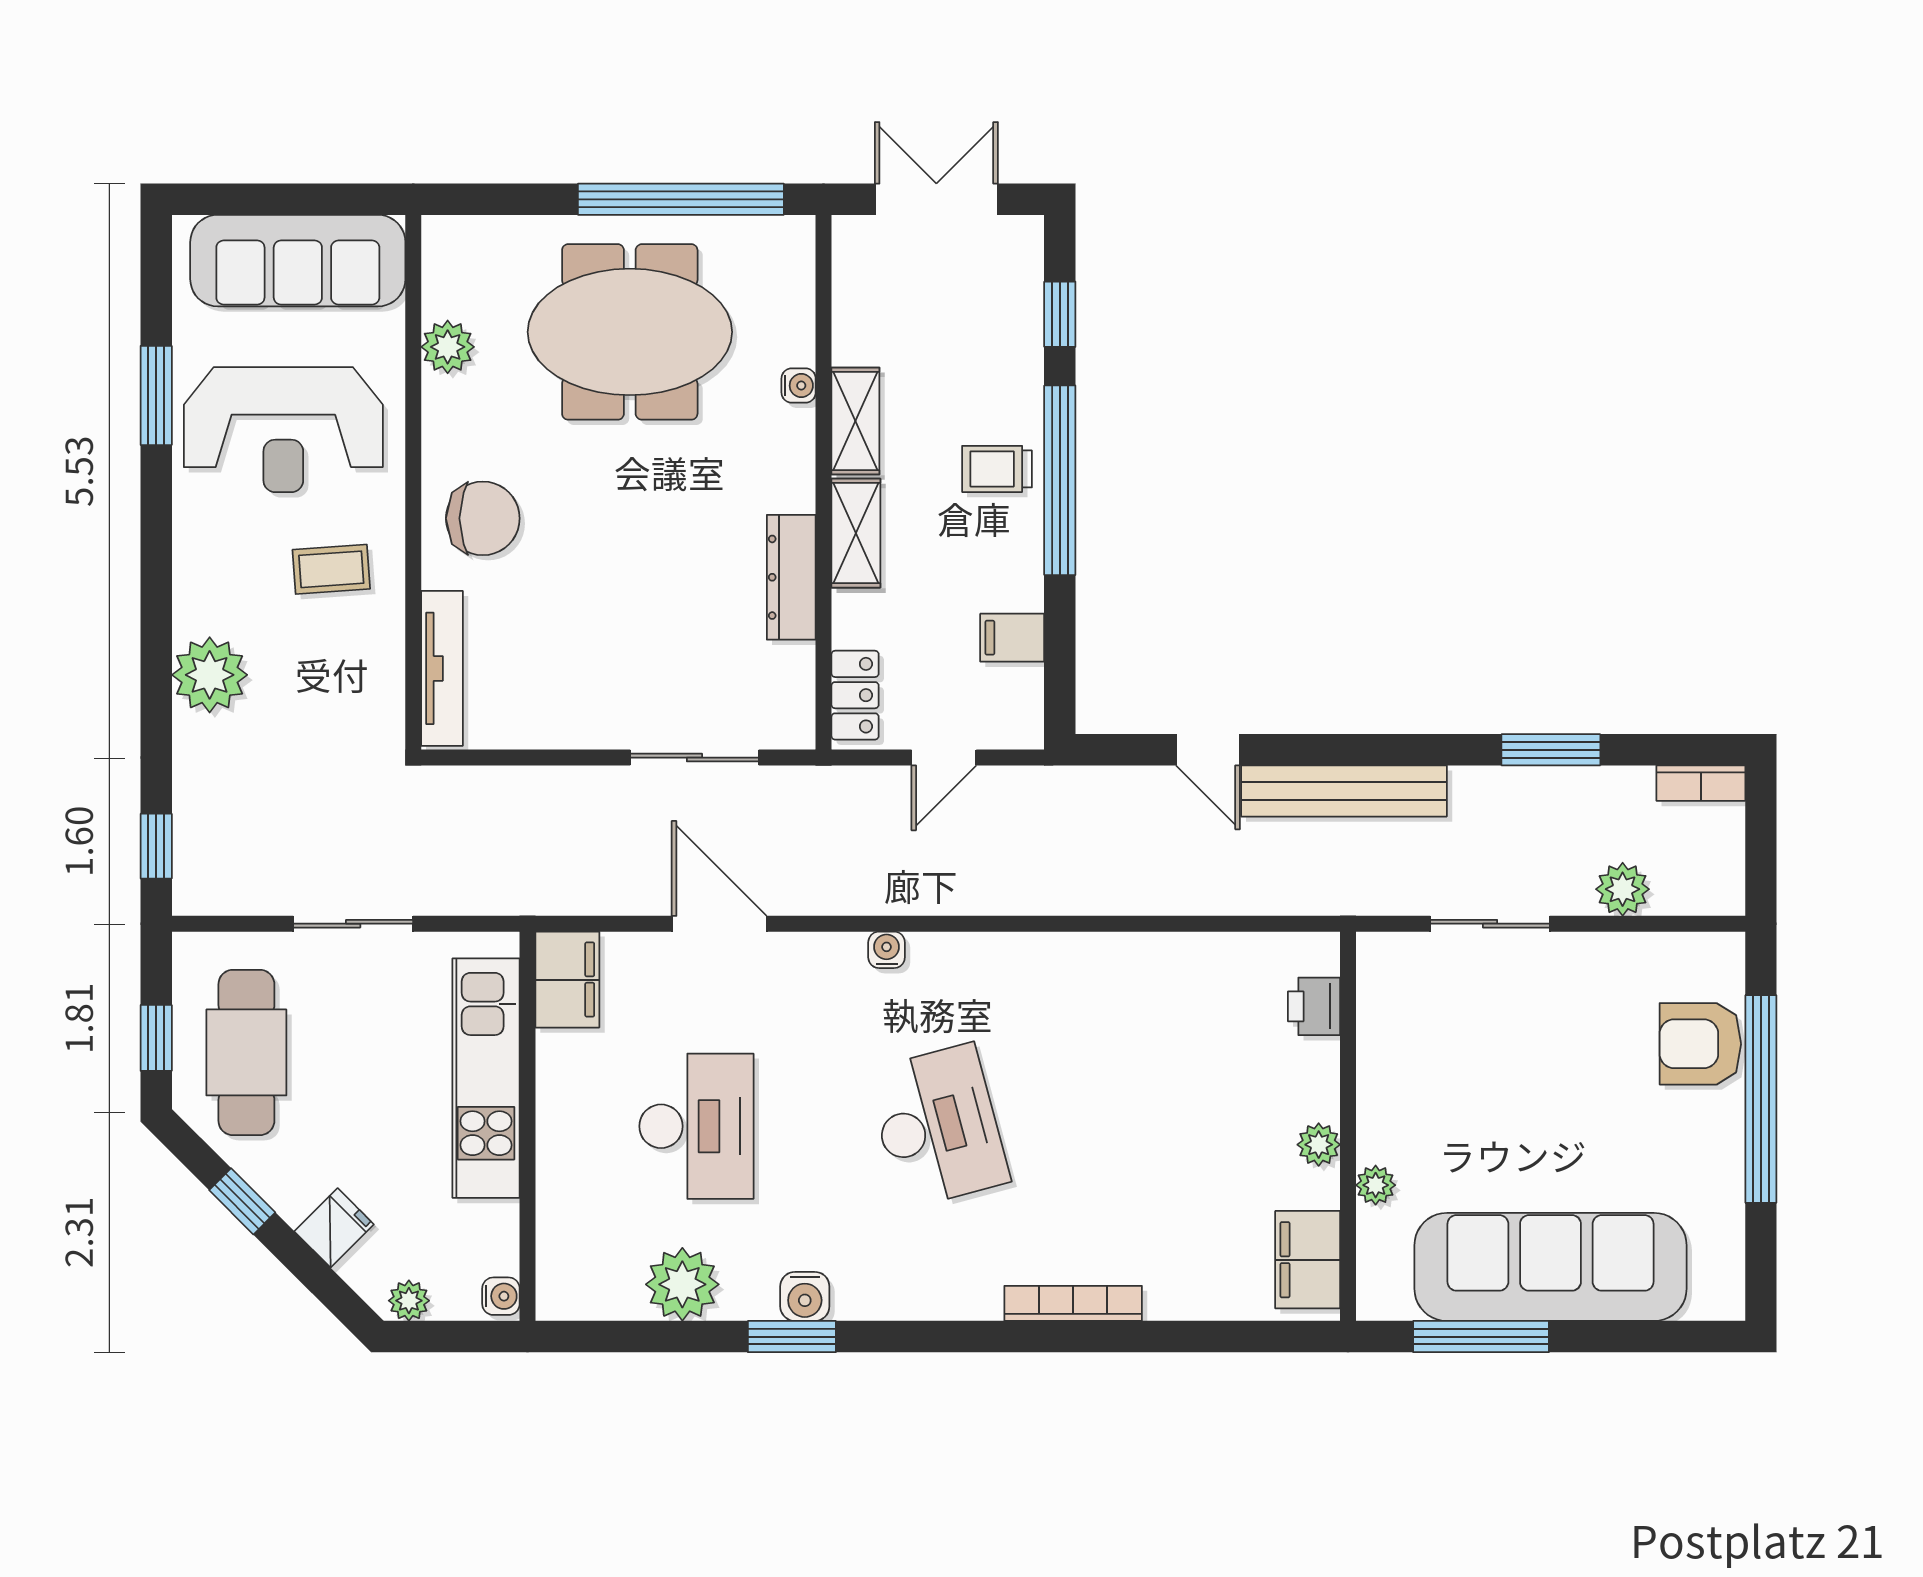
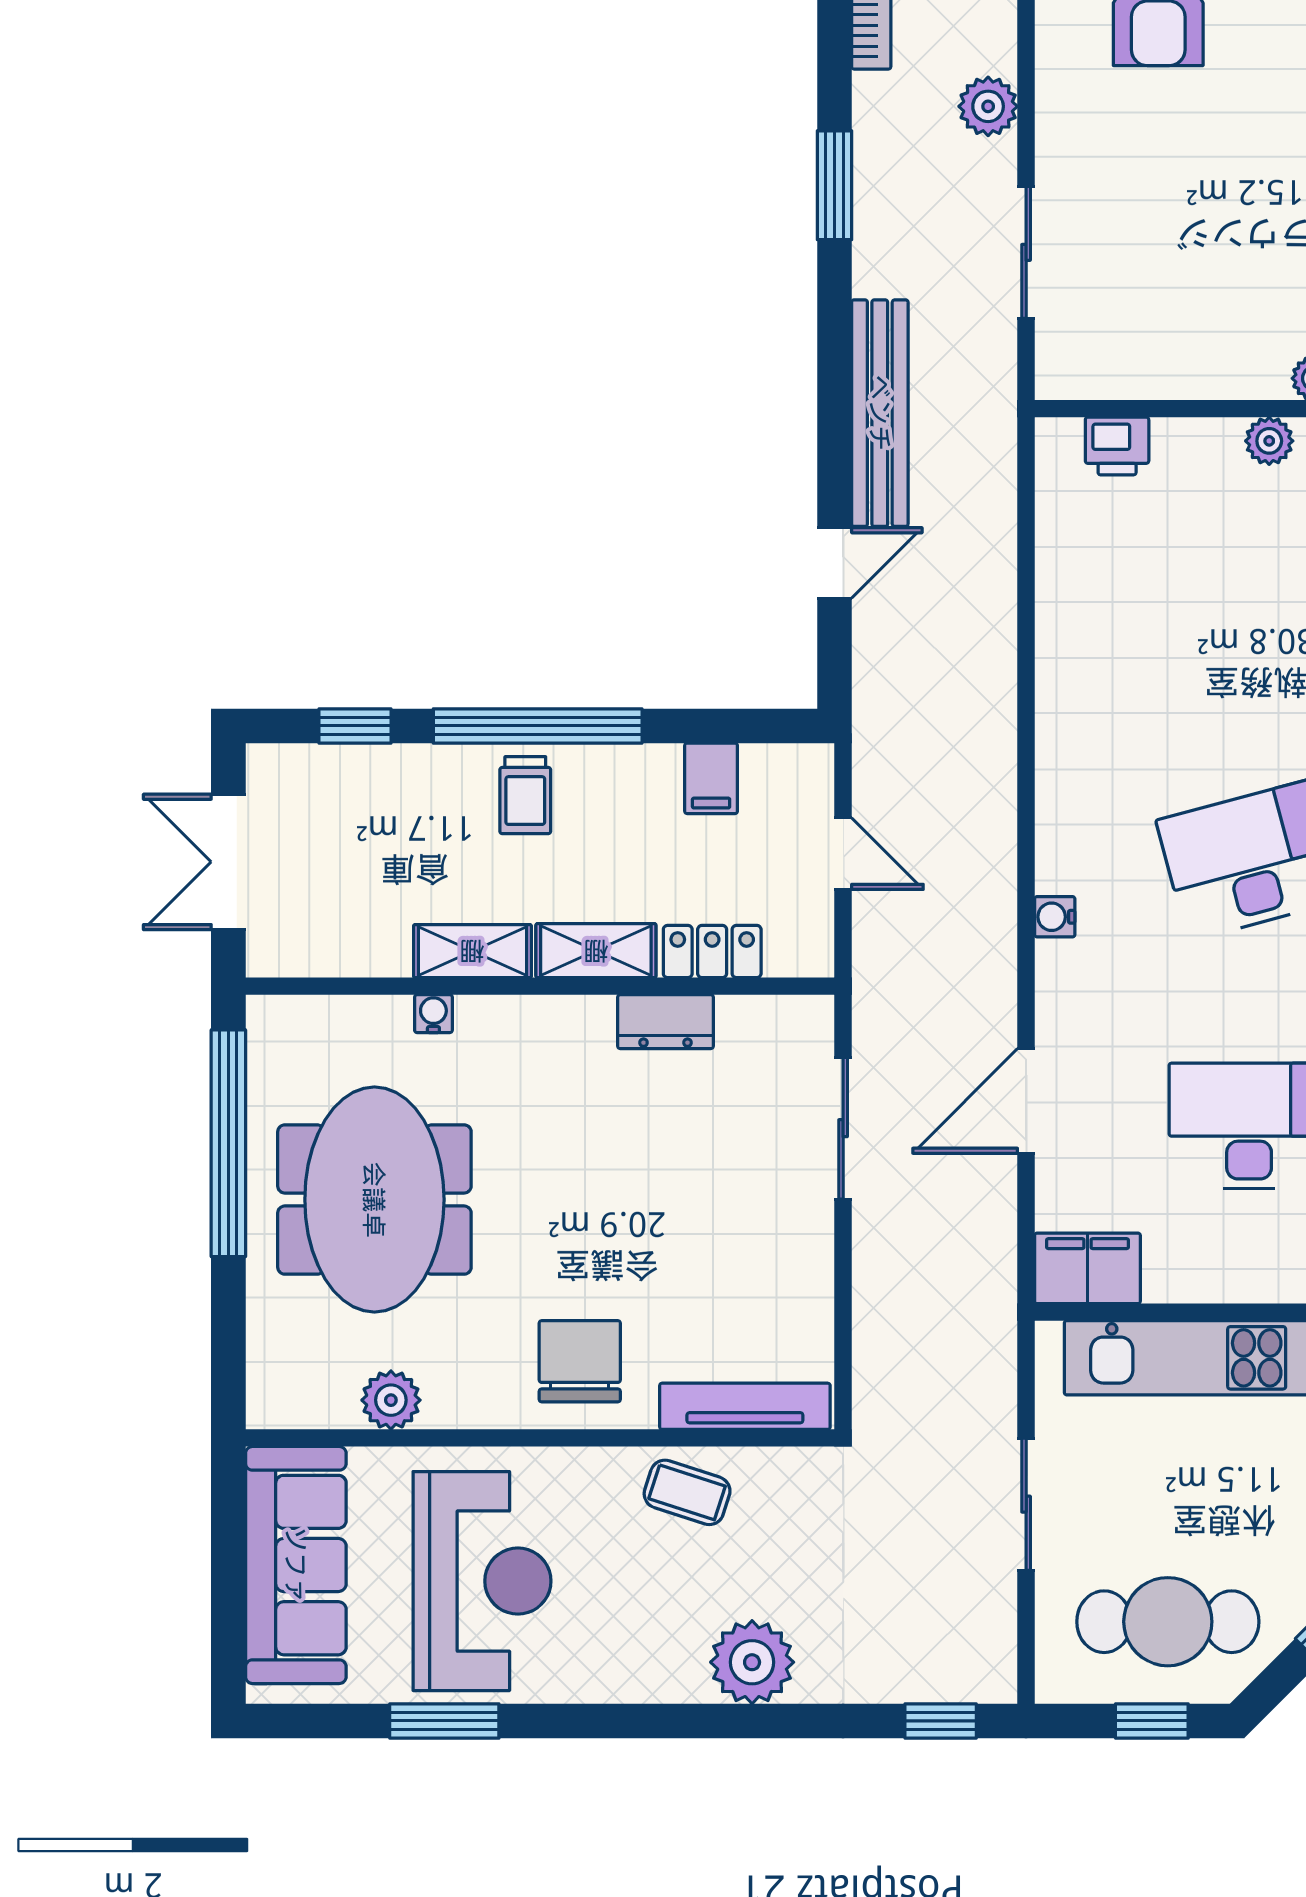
coffee table: (331, 569) -> (687, 1492), moved, turned -68
dresser: (791, 577) -> (665, 1022), width x0.70
locker: (855, 695) -> (712, 951), moved

